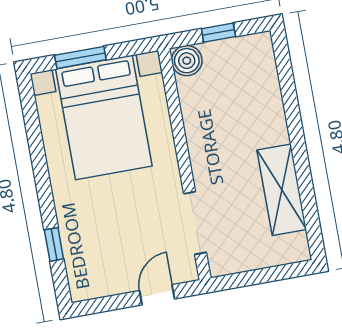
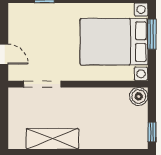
window: (218, 33) -> (152, 132), moved

